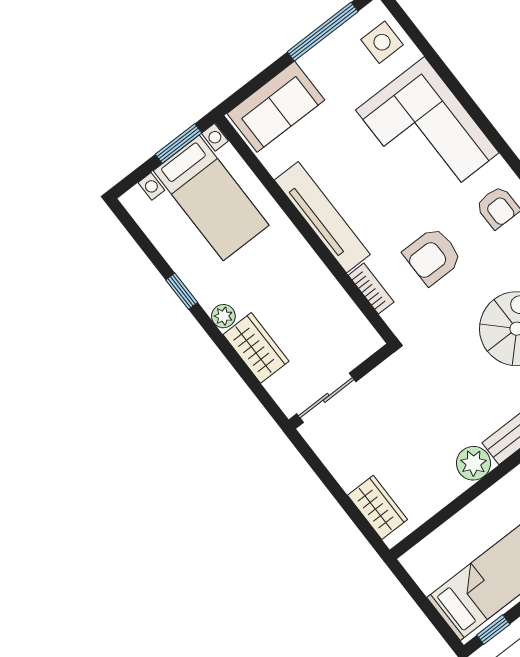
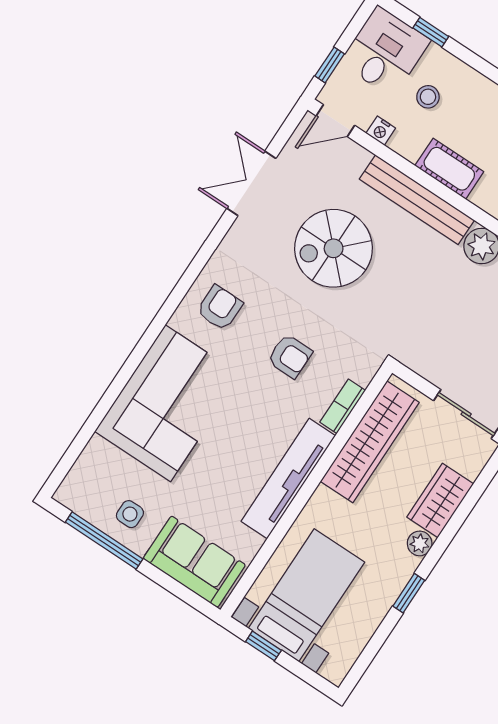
side table: (382, 42) -> (130, 514), moved, width x0.73, depth x0.73
window: (179, 143) -> (263, 646), width x0.67
armchair: (433, 256) -> (290, 356), width x0.72, depth x0.72
wardrobe: (331, 302) -> (370, 442), added

